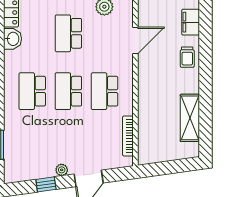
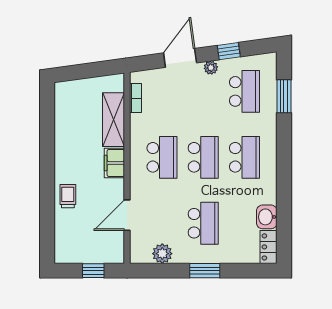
filing cabinet: (191, 22) -> (114, 163), moved, turned 180
shelving: (190, 118) -> (113, 120), moved
bookcase: (128, 136) -> (135, 98), width x0.64
school desk: (32, 149) -> (244, 91), added

